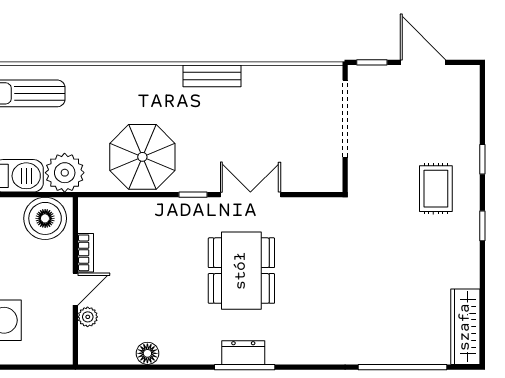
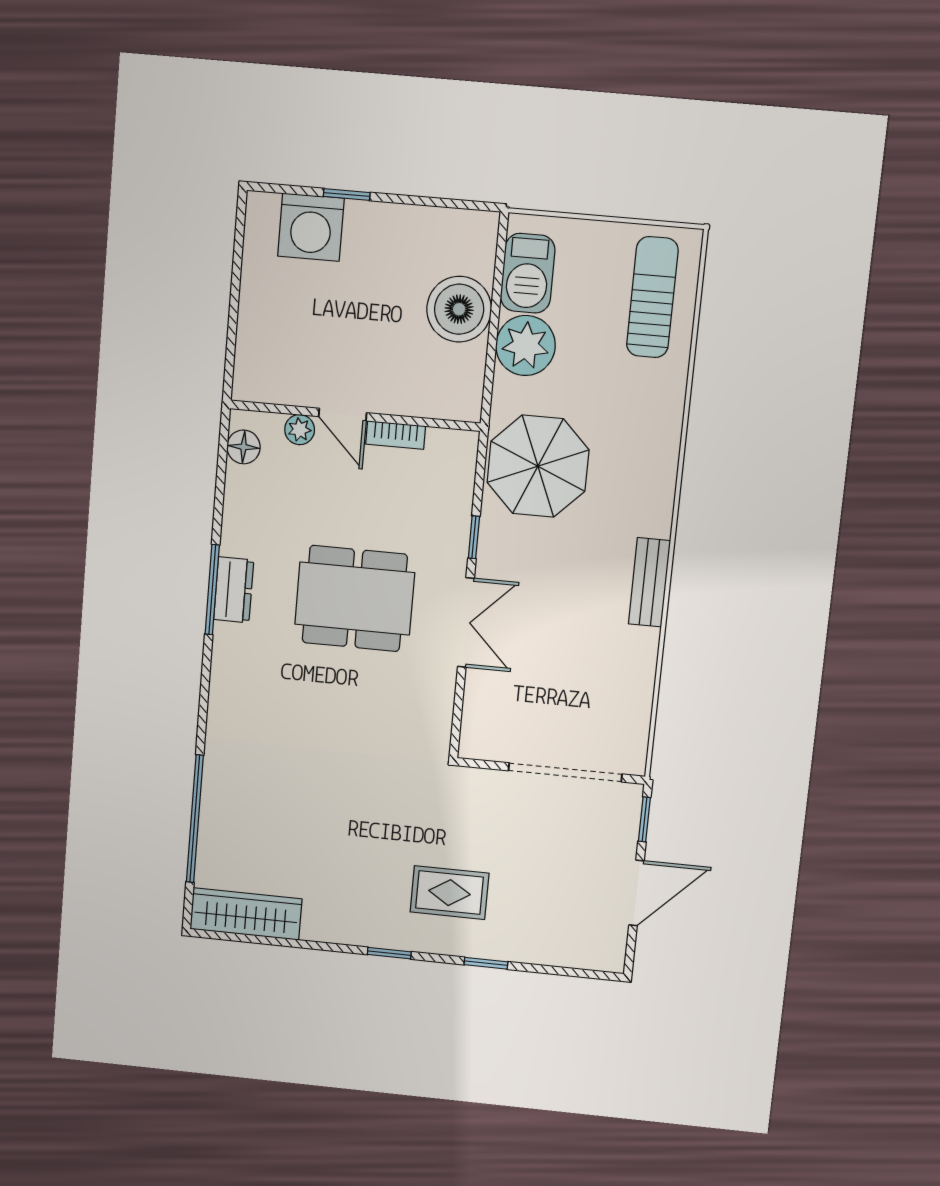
bookcase: (86, 253) -> (396, 435), moved
wall: (75, 281) -> (355, 416), moved
door: (75, 289) -> (343, 415), moved
plant: (88, 317) -> (300, 430), moved

